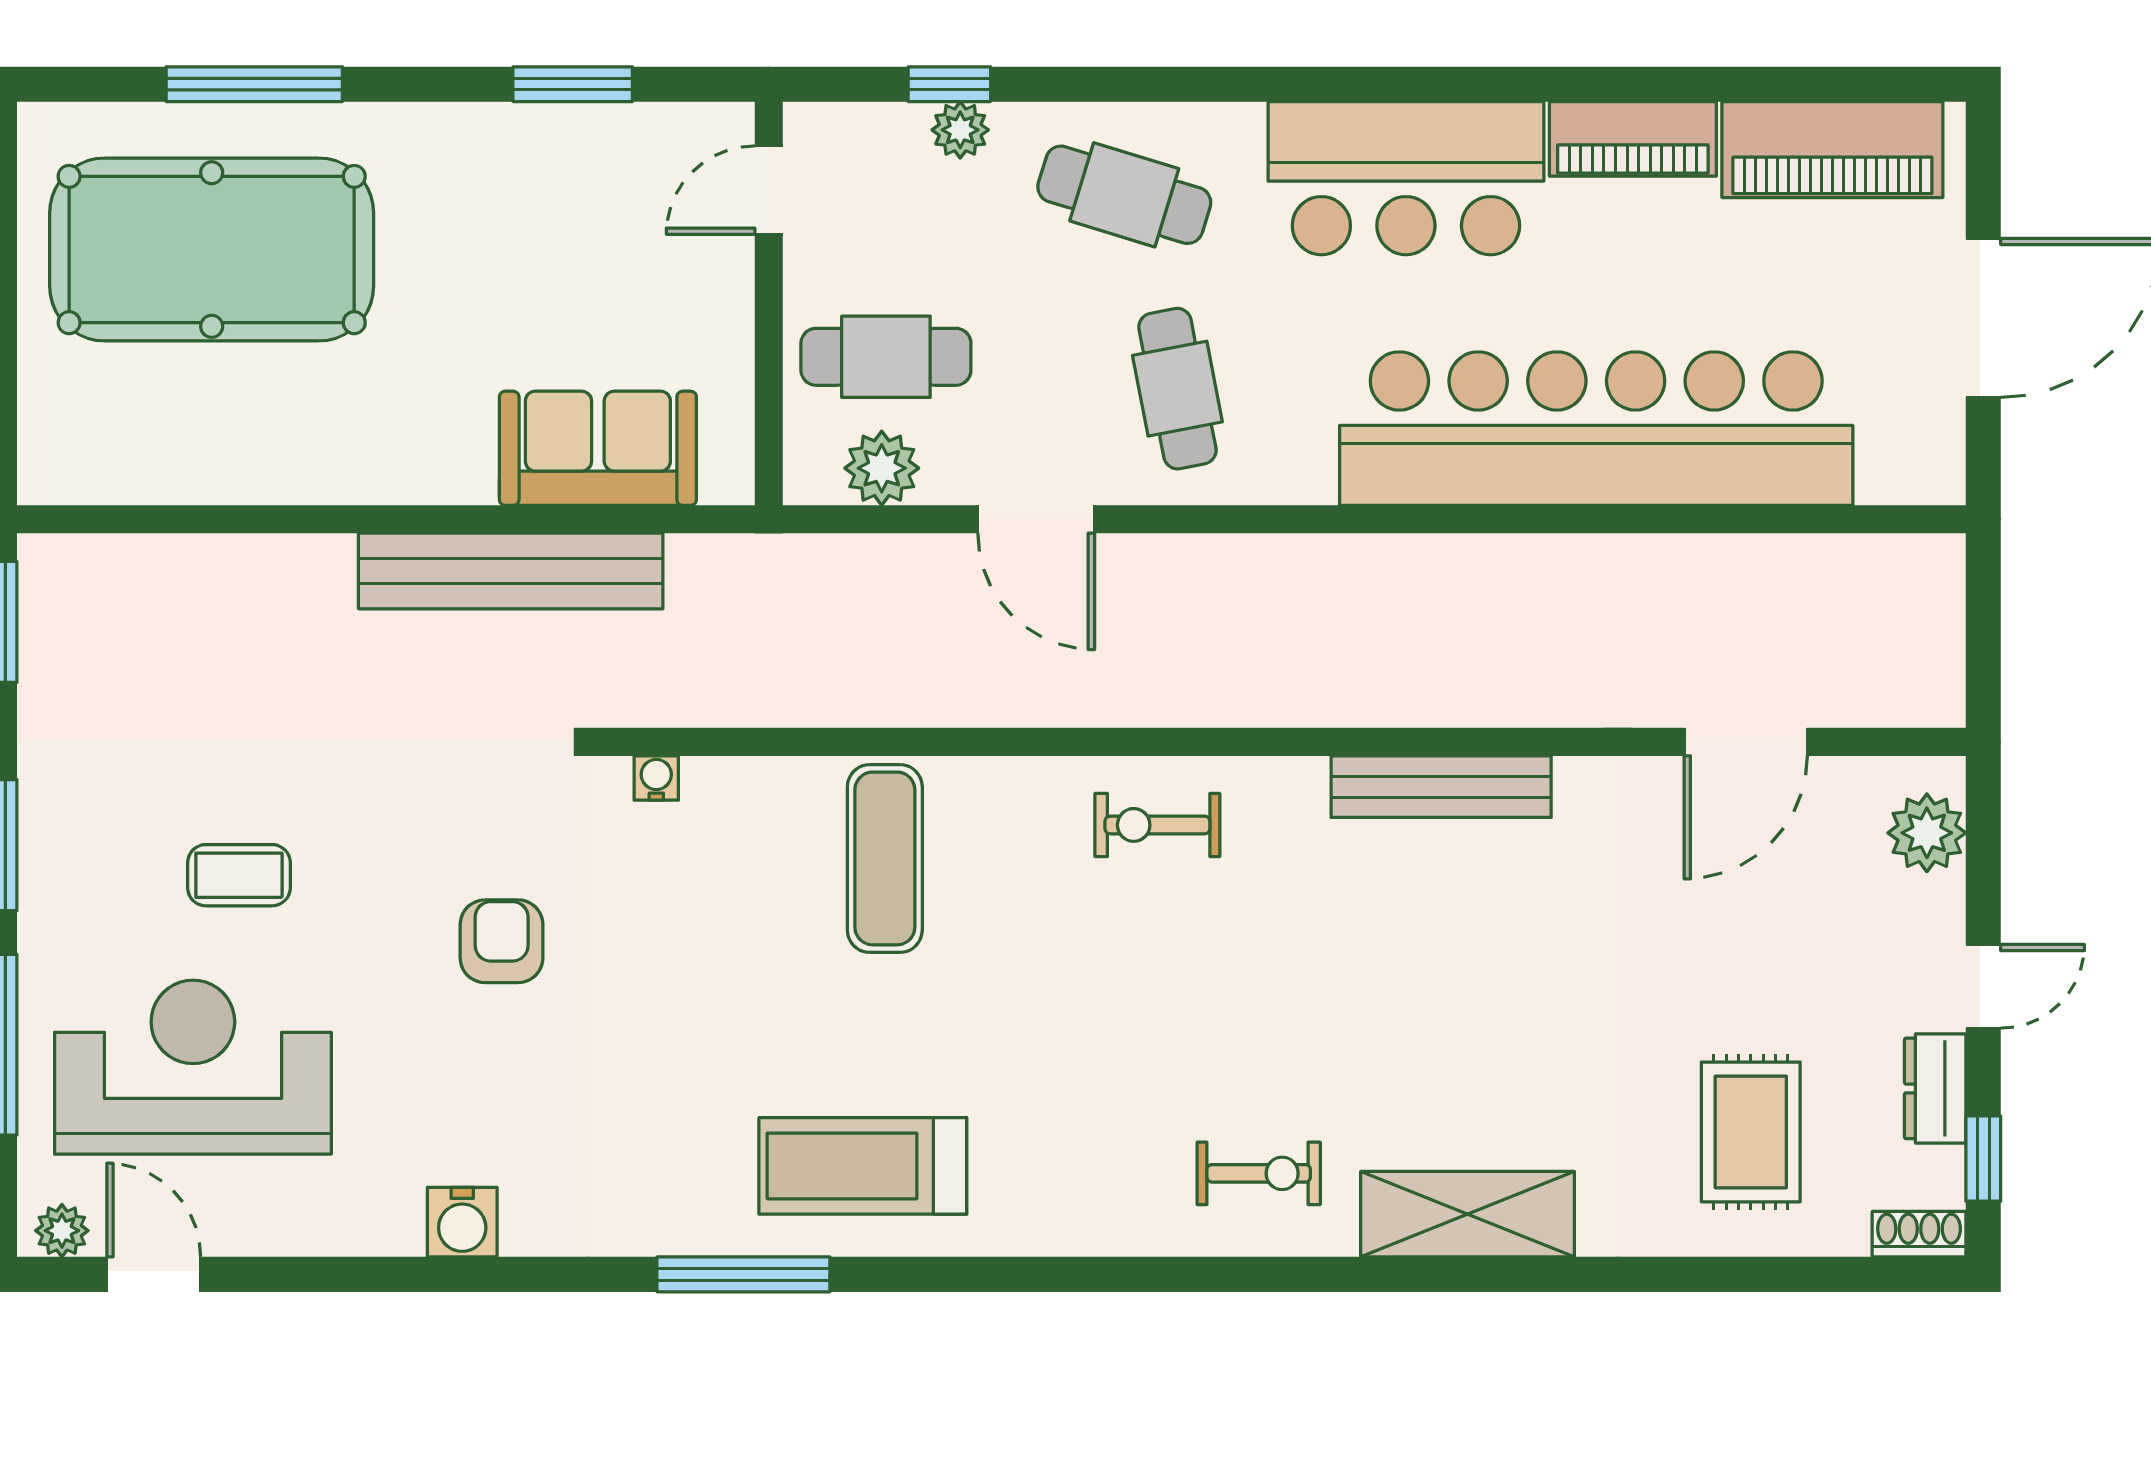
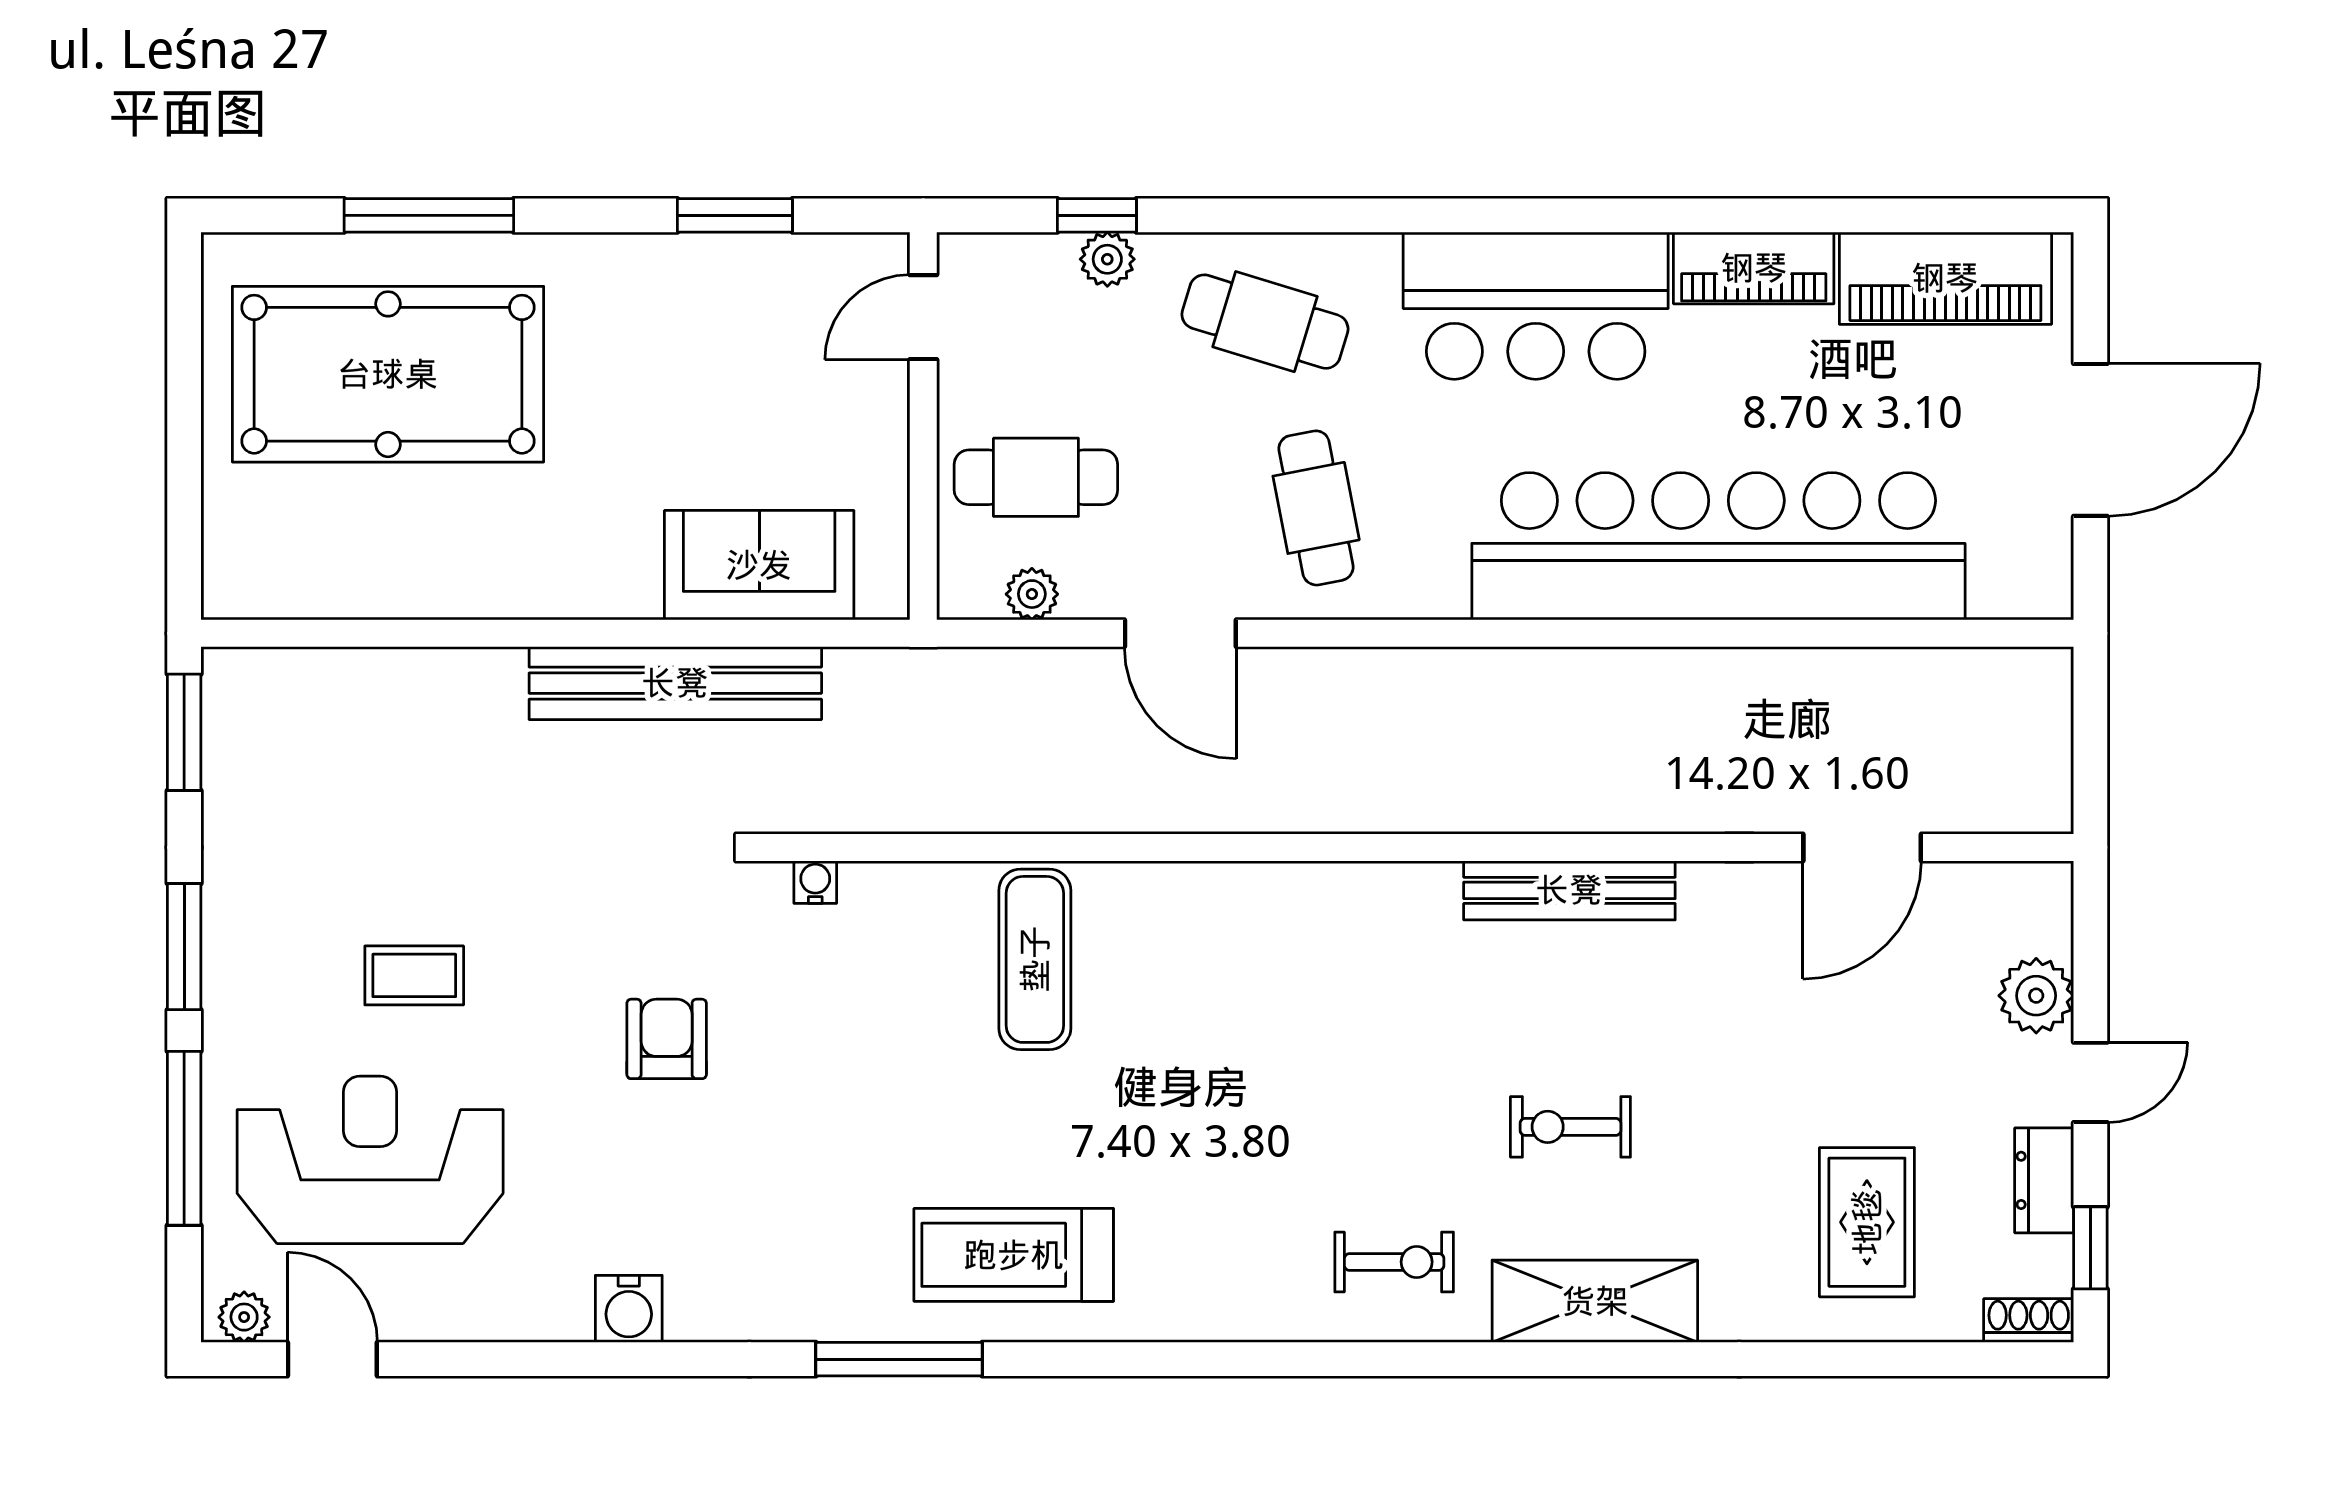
plant: (882, 468) -> (1032, 594), width x0.73, depth x0.73
exercise bike: (1157, 825) -> (1570, 1127), moved
plant: (1927, 833) -> (2036, 996), moved

